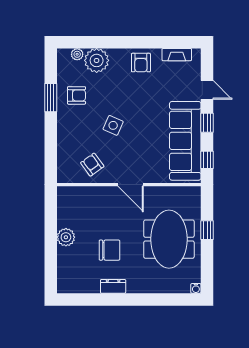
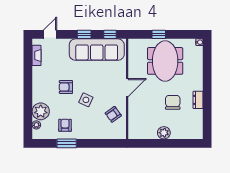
armchair: (141, 63) -> (66, 87), moved, turned 180
door: (207, 90) -> (50, 34), moved
meeting table: (169, 239) -> (165, 61), turned 90

